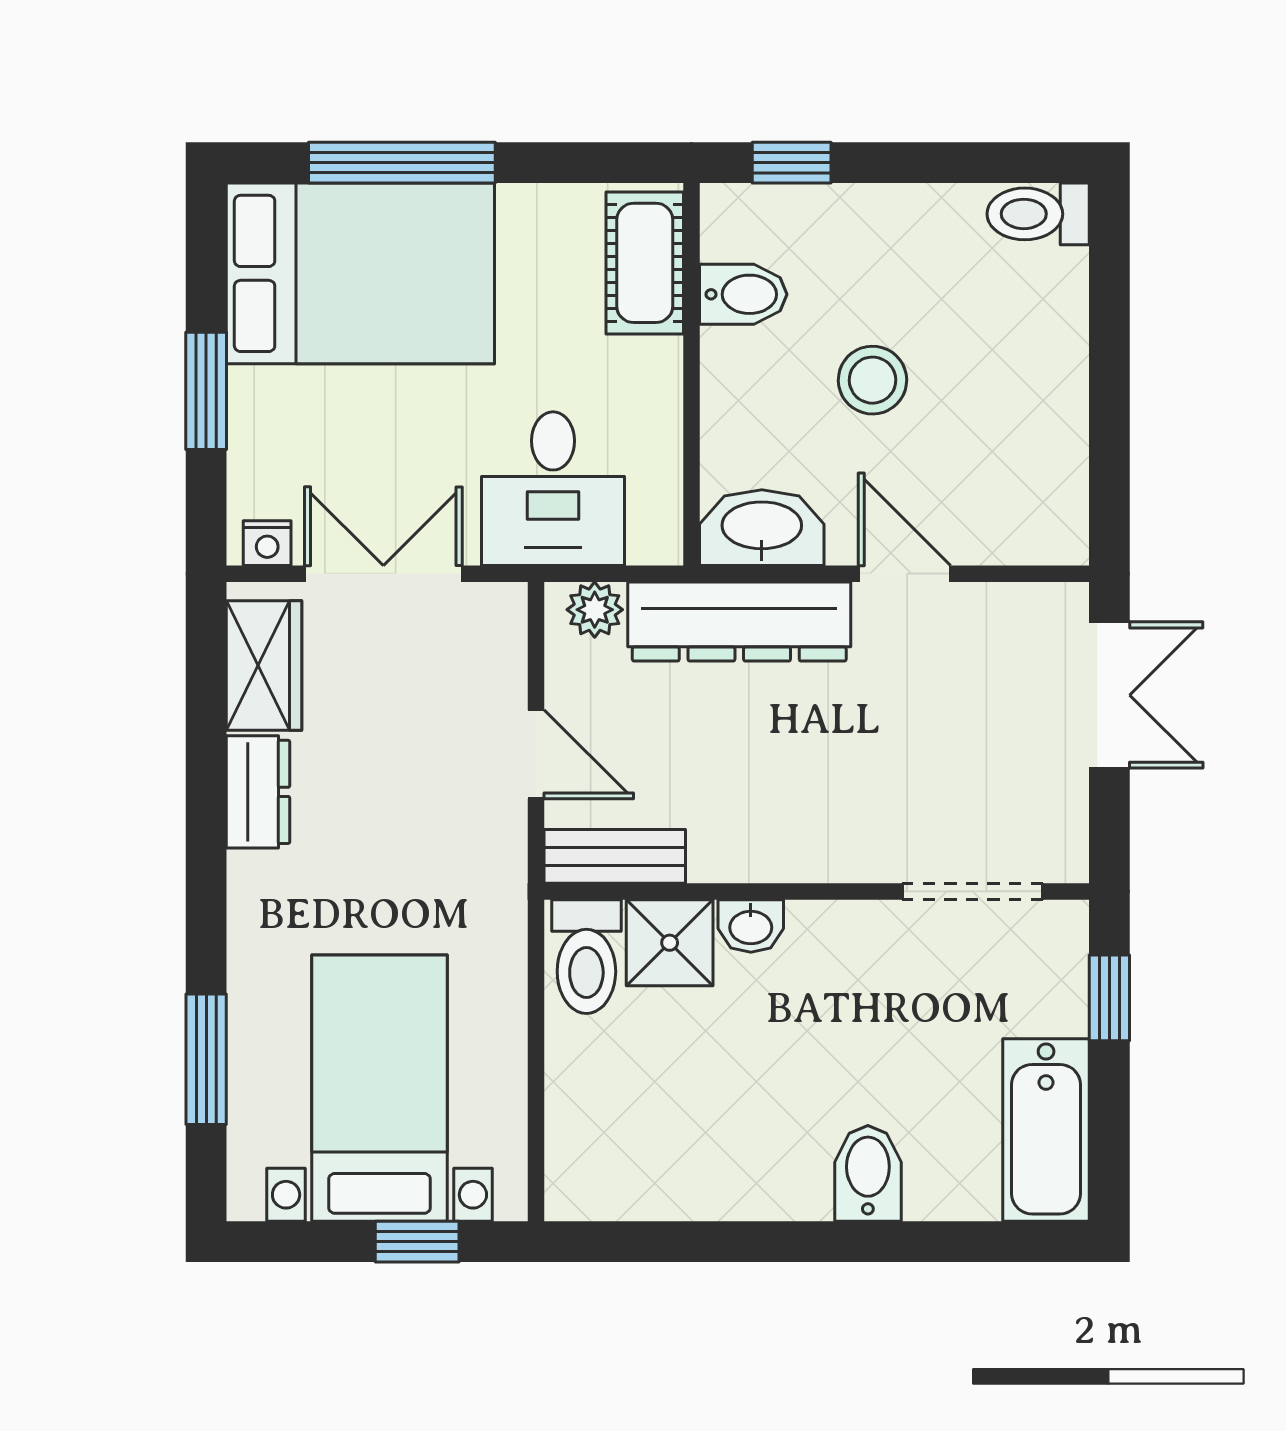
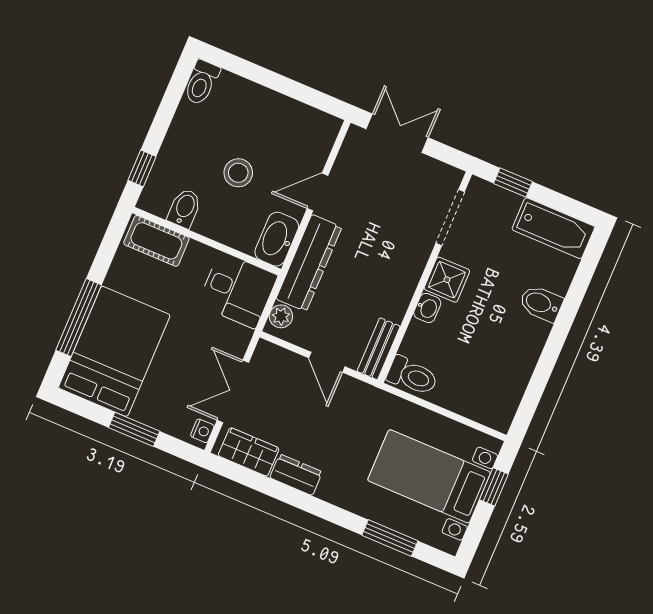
desk: (553, 489) -> (237, 290), moved
door: (536, 754) -> (327, 362), swing flipped
shower: (670, 943) -> (447, 280), moved

